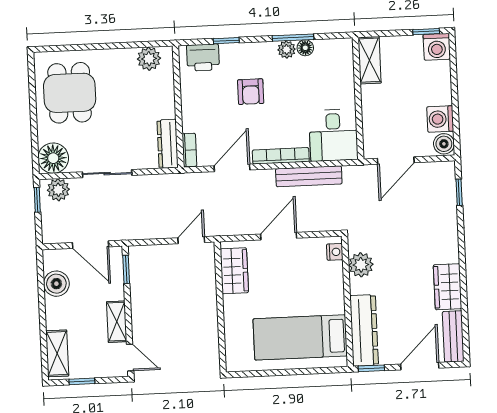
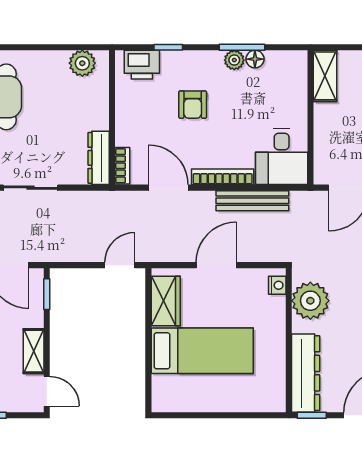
door: (232, 168) -> (168, 188), hinge flipped
plant: (361, 265) -> (310, 301), width x1.36, depth x1.36
bed: (300, 337) -> (202, 351), moved, turned 180

